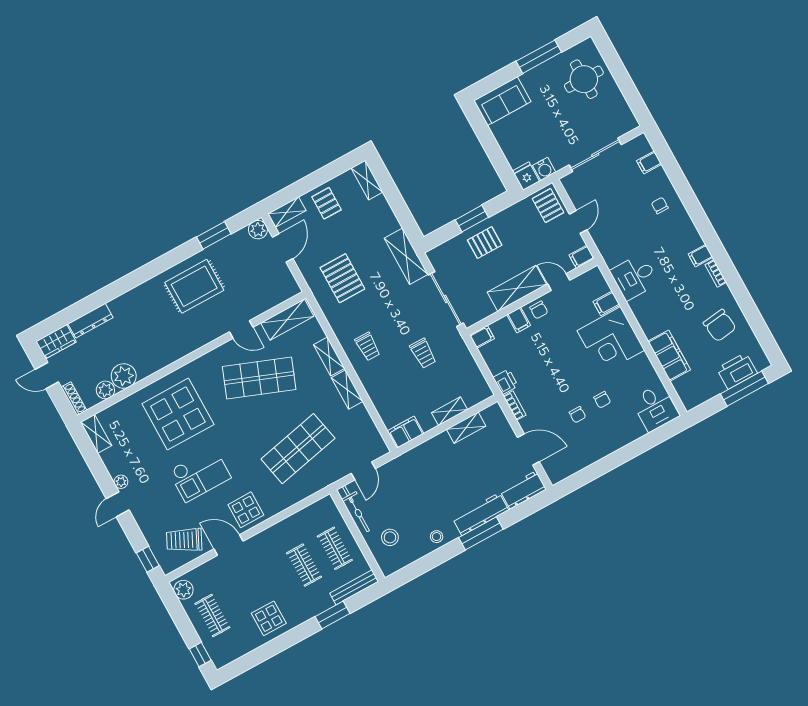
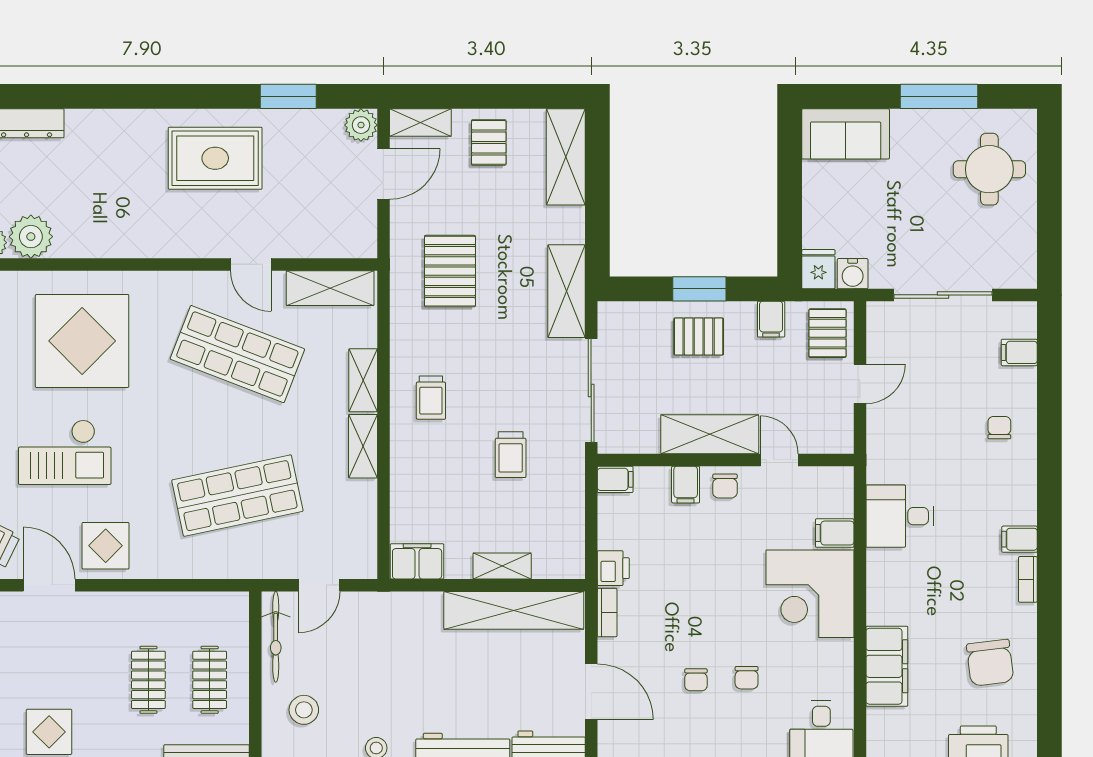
shelving: (367, 180) -> (566, 157), width x1.50, depth x1.33
filing cabinet: (582, 257) -> (771, 319), moved, turned -90
shelving: (466, 428) -> (514, 610), width x2.20, depth x1.33

